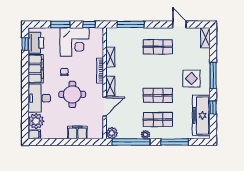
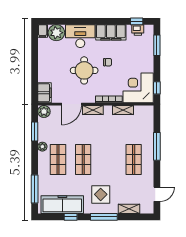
window: (61, 24) -> (157, 45), moved
window: (131, 24) -> (157, 146), moved
door: (179, 24) -> (157, 194), moved
shelving: (205, 38) -> (129, 209), moved
corner desk: (74, 42) -> (138, 88), moved, turned 90
printer: (36, 43) -> (138, 30), width x0.53, depth x0.68
door: (105, 107) -> (71, 104), hinge flipped
filing cabinet: (77, 132) -> (45, 93), moved
window: (131, 142) -> (35, 131), width x0.47
window: (175, 142) -> (35, 189), moved

